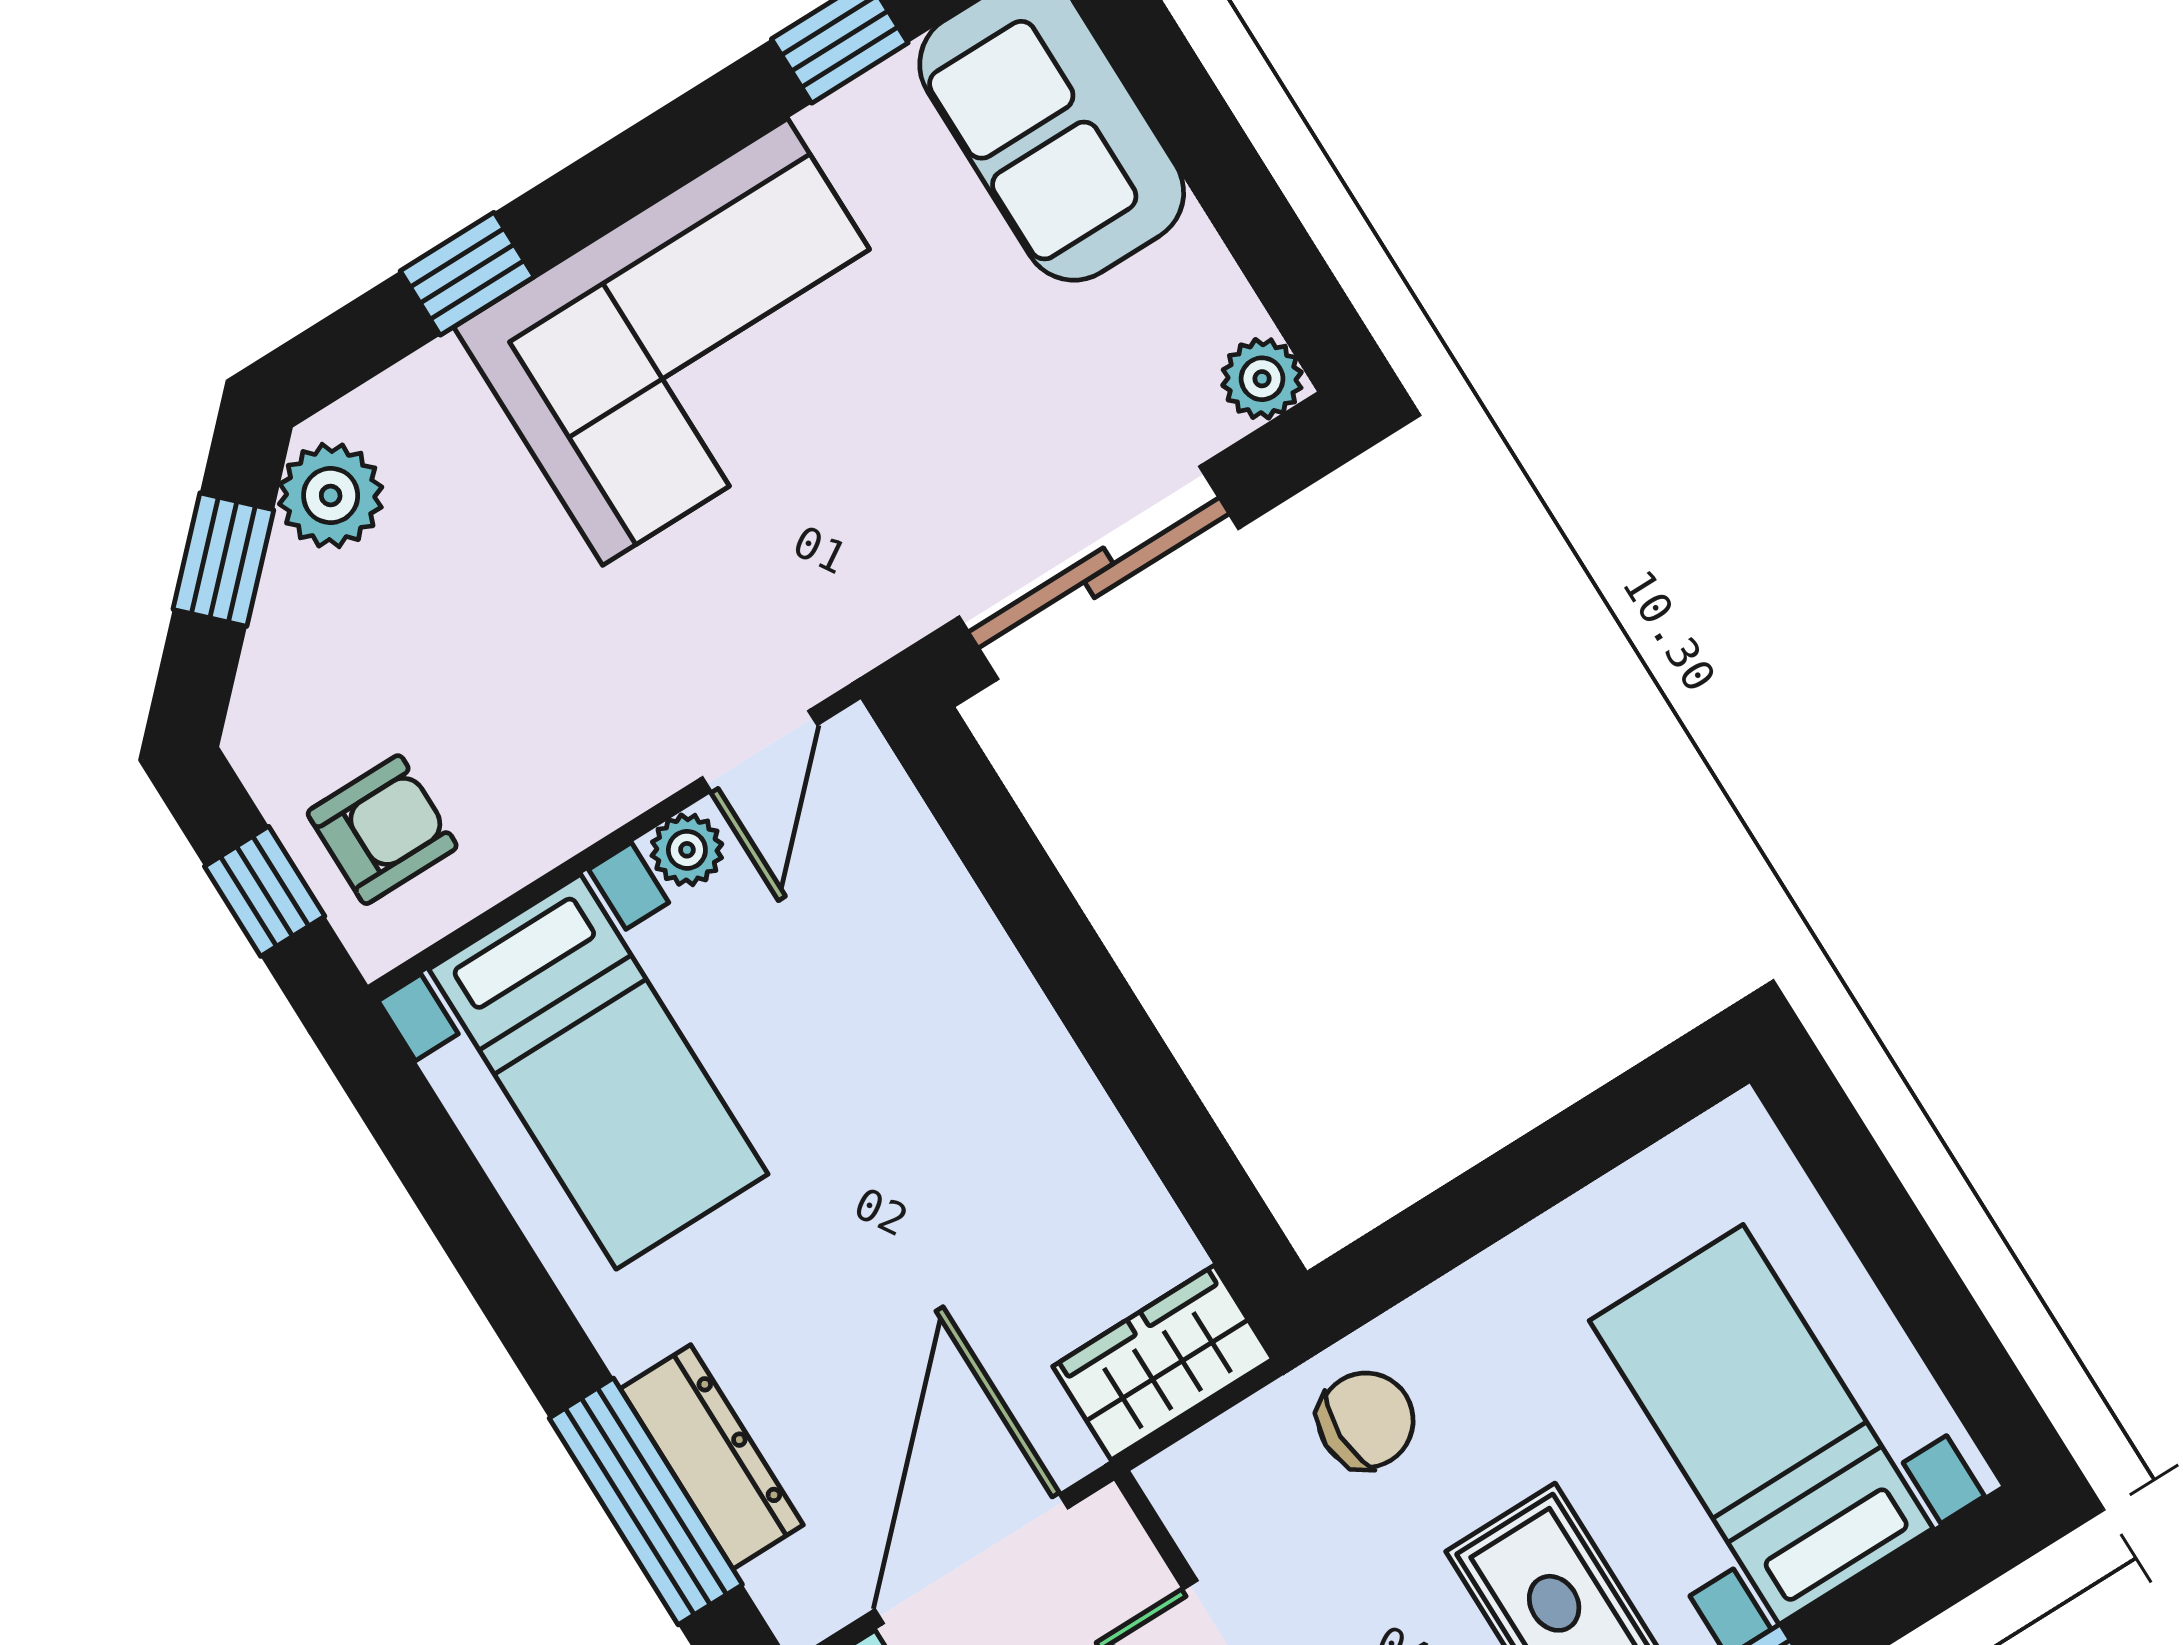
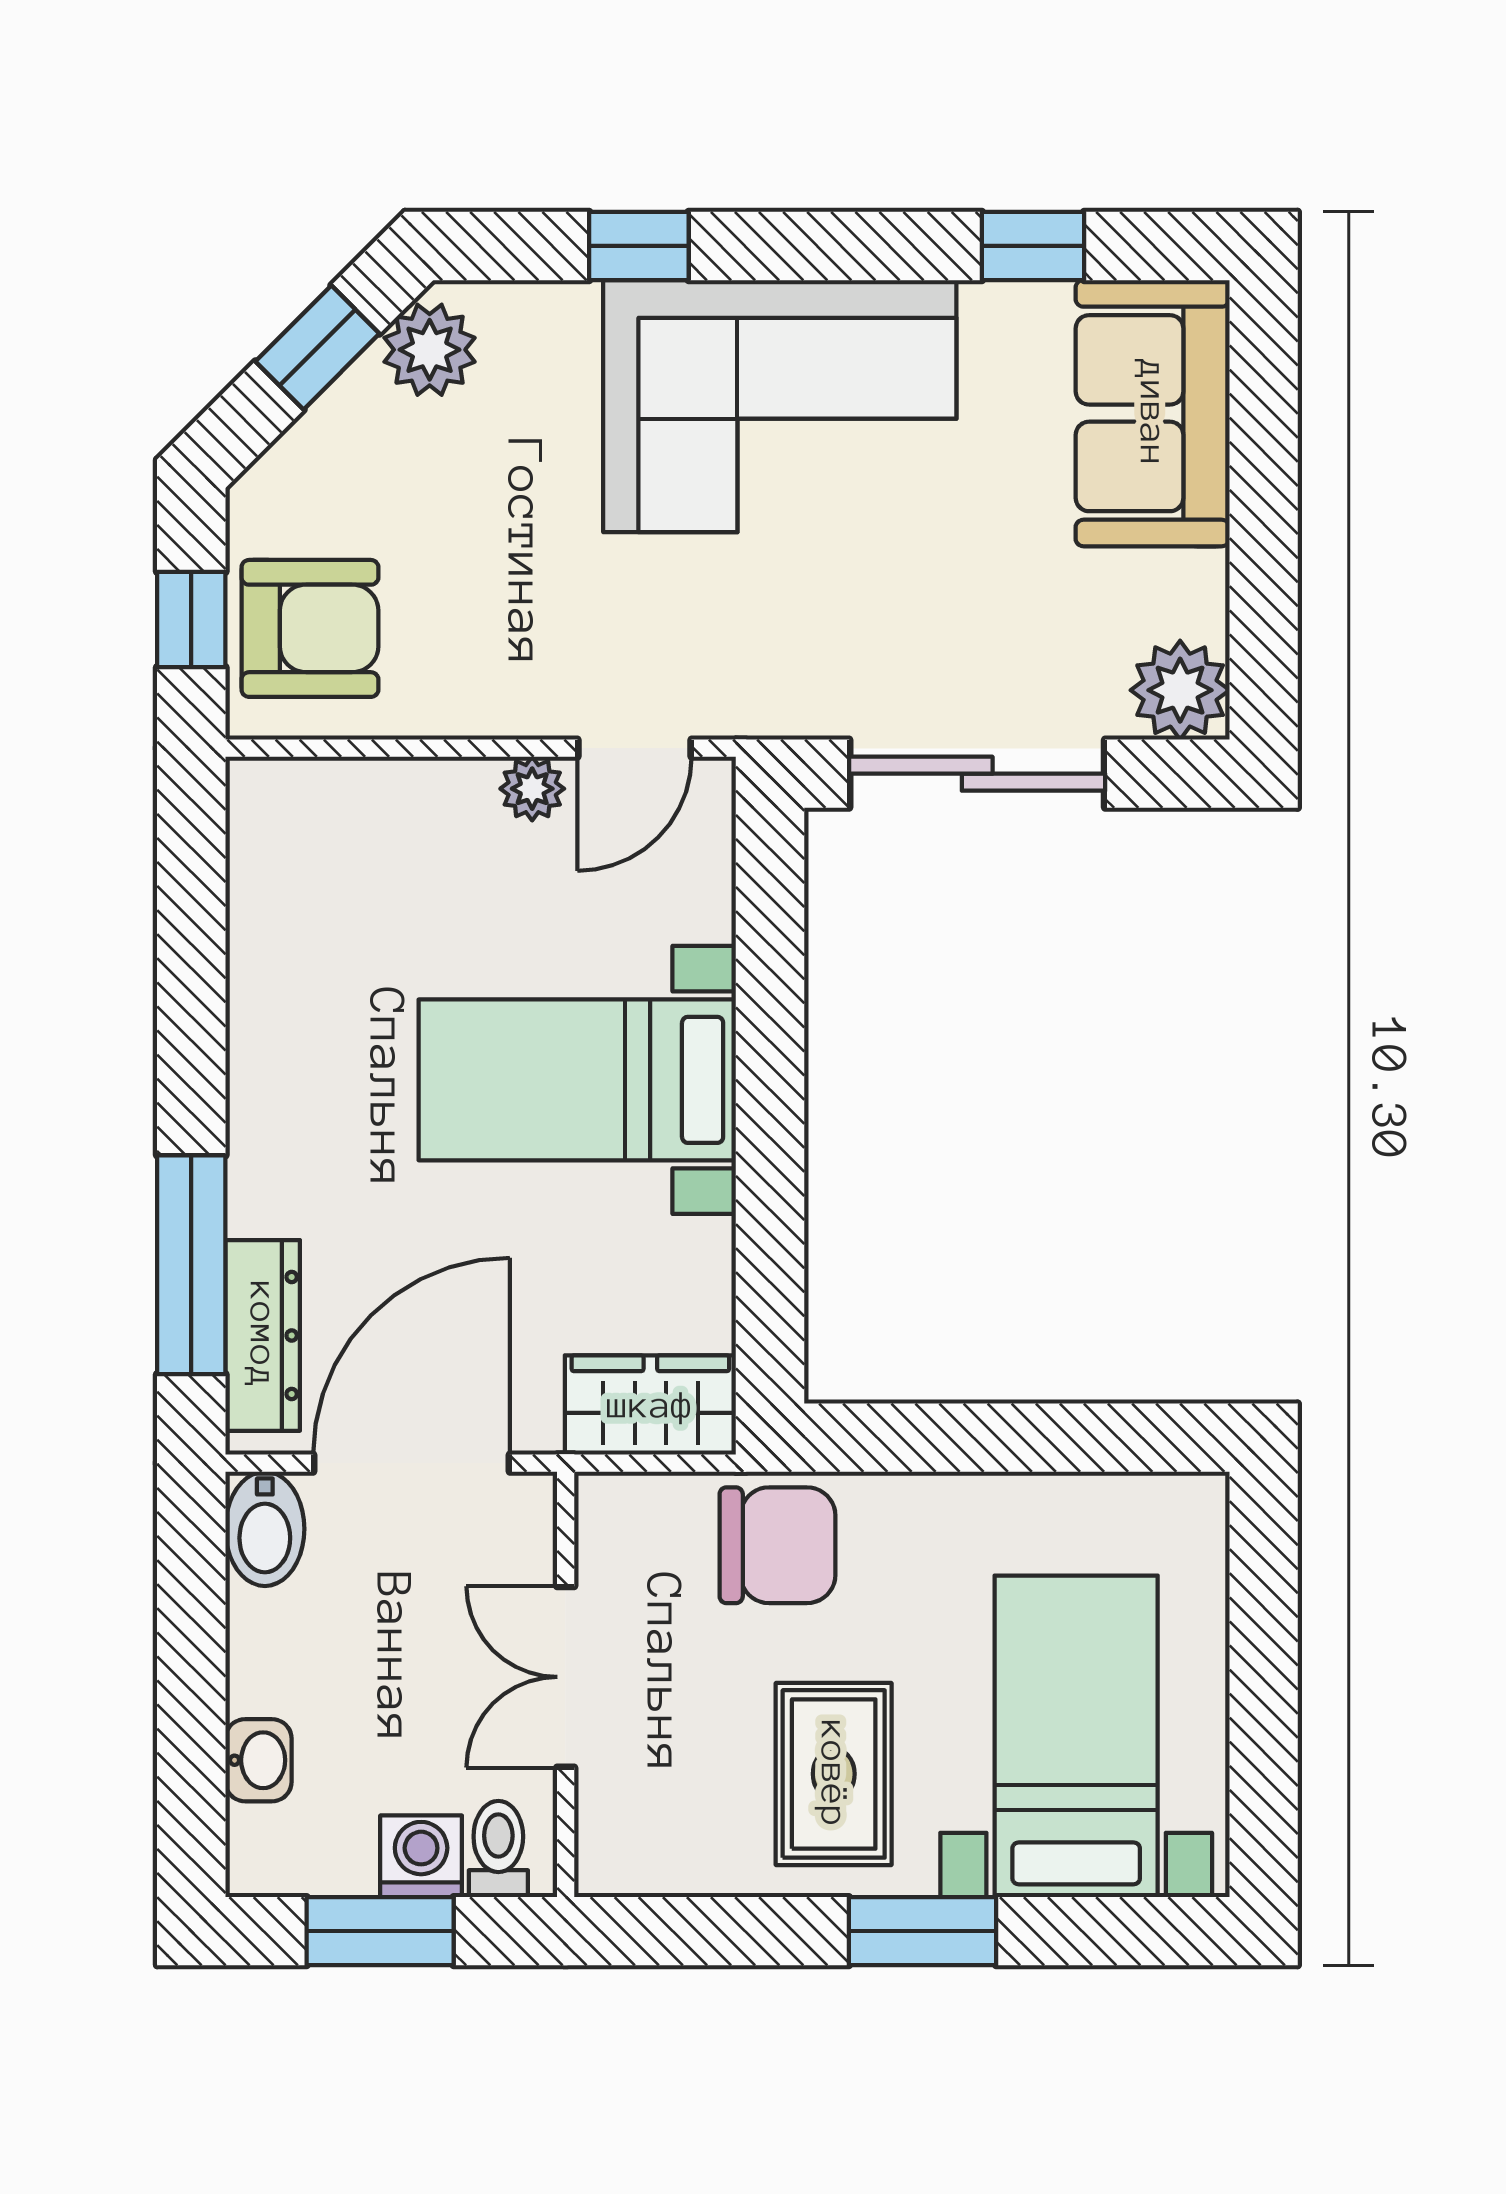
plant: (1262, 379) -> (1180, 690), width x1.38, depth x1.38
armchair: (382, 830) -> (310, 628), width x1.38, depth x1.38
bed with nightstands: (598, 1072) -> (577, 1080), moved, turned 90
chair: (1366, 1420) -> (778, 1545), width x1.37, depth x1.37
dresser: (712, 1457) -> (263, 1335), moved

